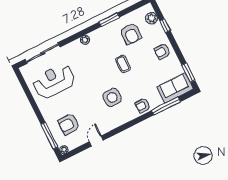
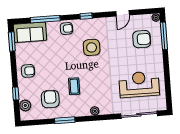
coffee table: (123, 64) -> (74, 86), moved
reception desk: (54, 81) -> (139, 84), turned 180
window: (129, 124) -> (86, 16), added

